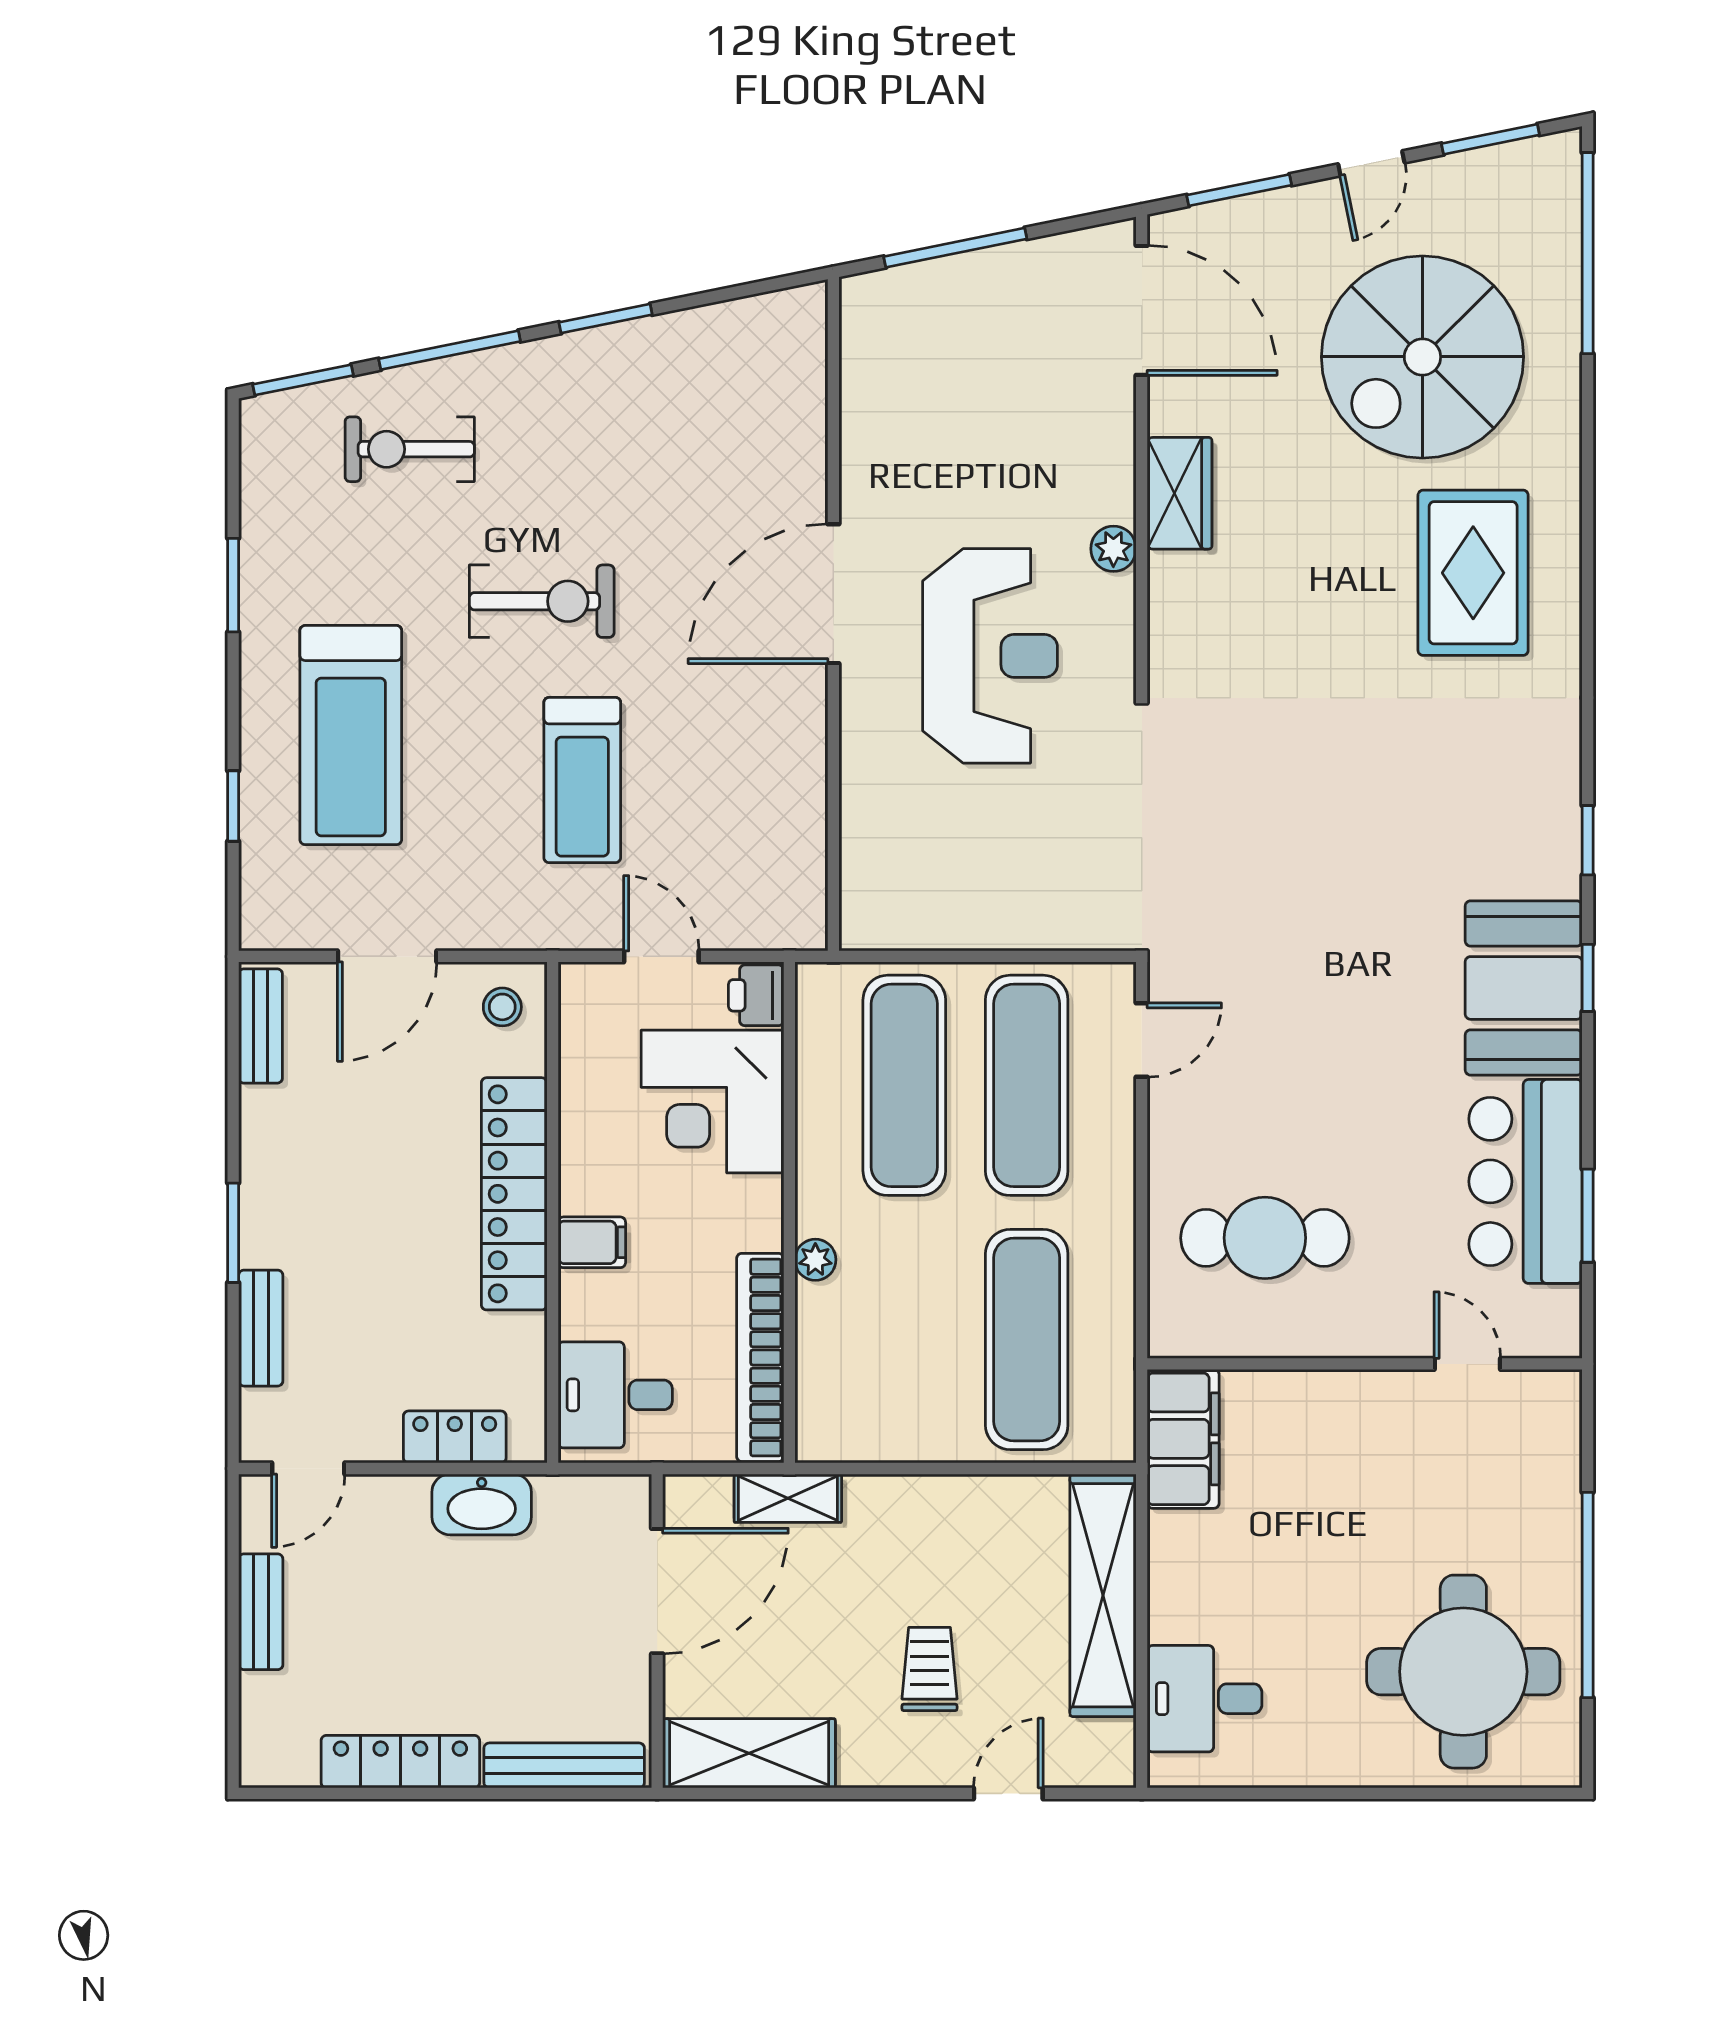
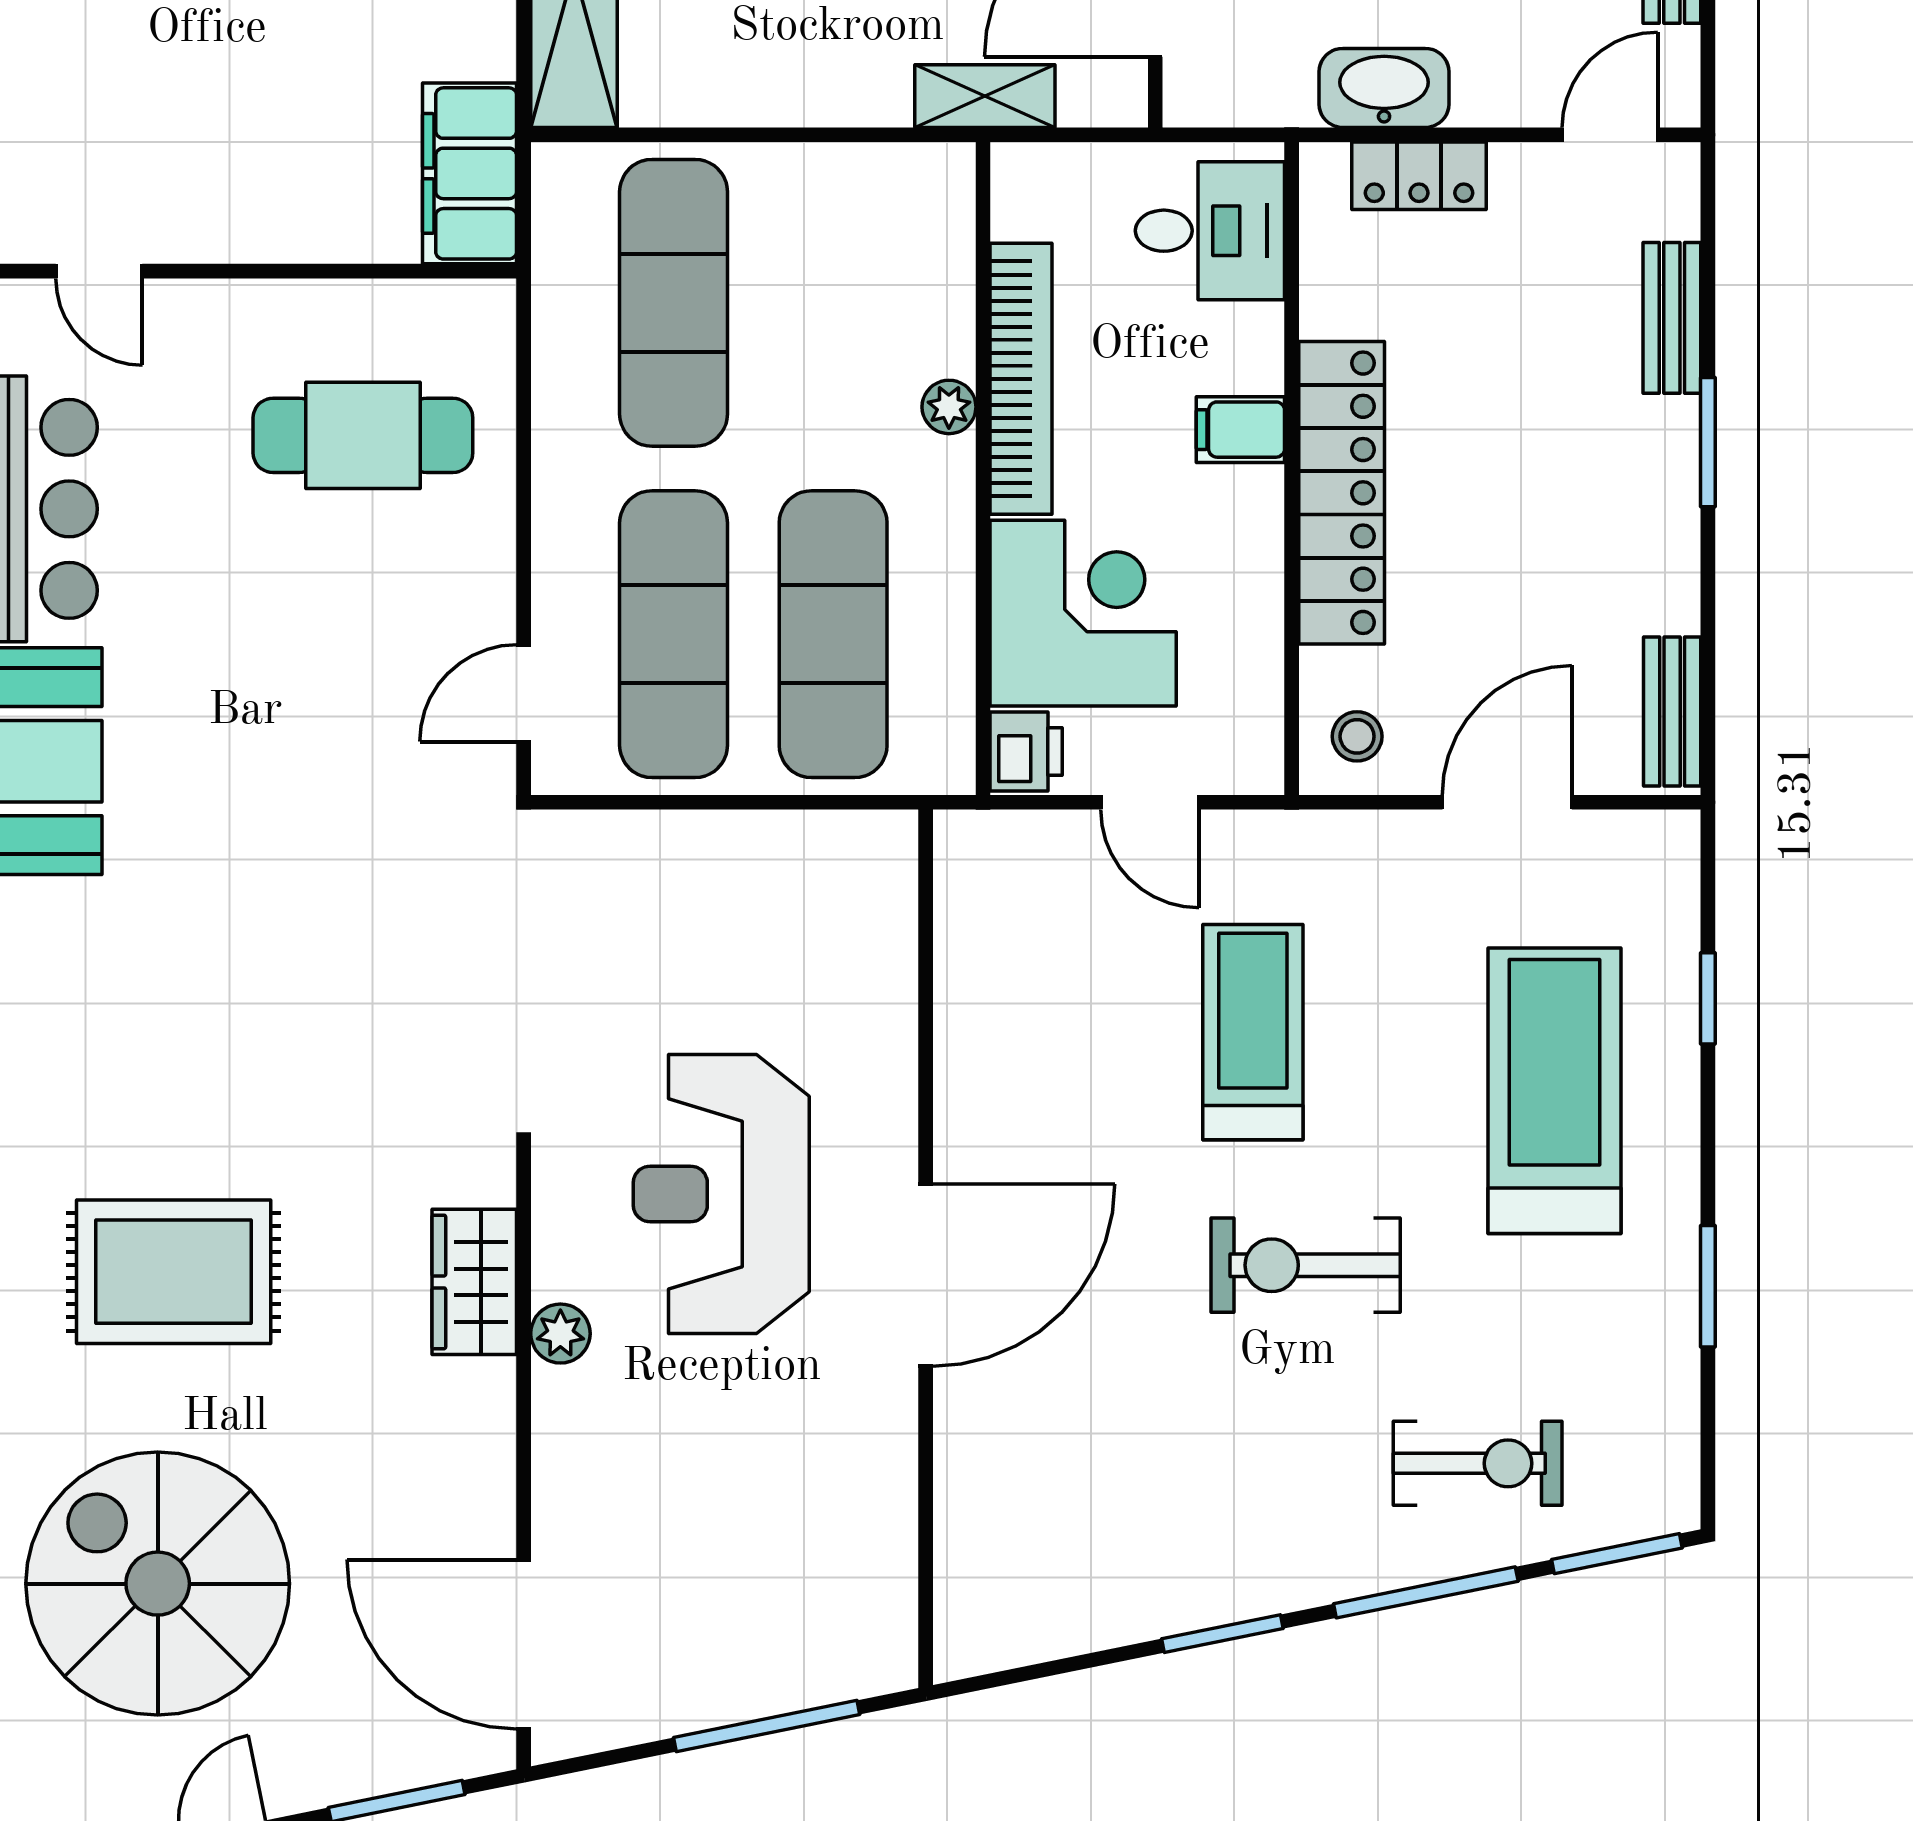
spiral stairs: (1422, 357) -> (158, 1584), turned -90
wardrobe: (1180, 493) -> (474, 1282), moved
rug: (1473, 573) -> (174, 1272), moved, turned 90
bookcase: (760, 1357) -> (1021, 379), moved

